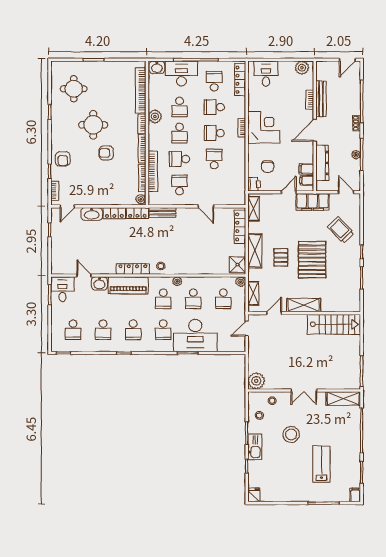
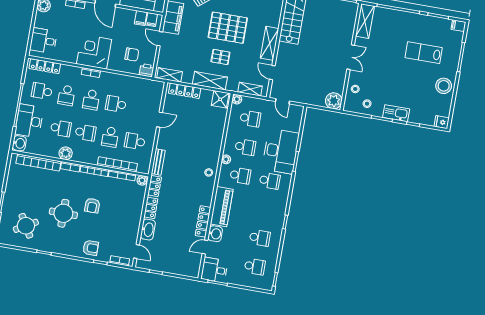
round table: (74, 89) -> (26, 226), turned -30
locker: (133, 269) -> (203, 221), moved
school desk: (133, 330) -> (265, 209), removed
stool: (291, 434) -> (444, 86), moved

